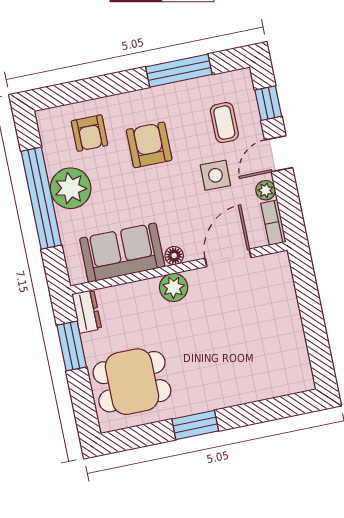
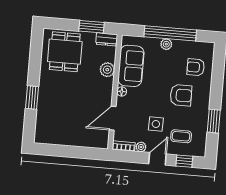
window: (179, 71) -> (214, 121), width x0.69
door: (279, 154) -> (157, 159), hinge flipped
plant: (71, 188) -> (166, 44), width x0.53, depth x0.53
door: (228, 258) -> (113, 118), swing flipped
plant: (174, 287) -> (107, 70), moved
window: (195, 425) -> (32, 97), moved

